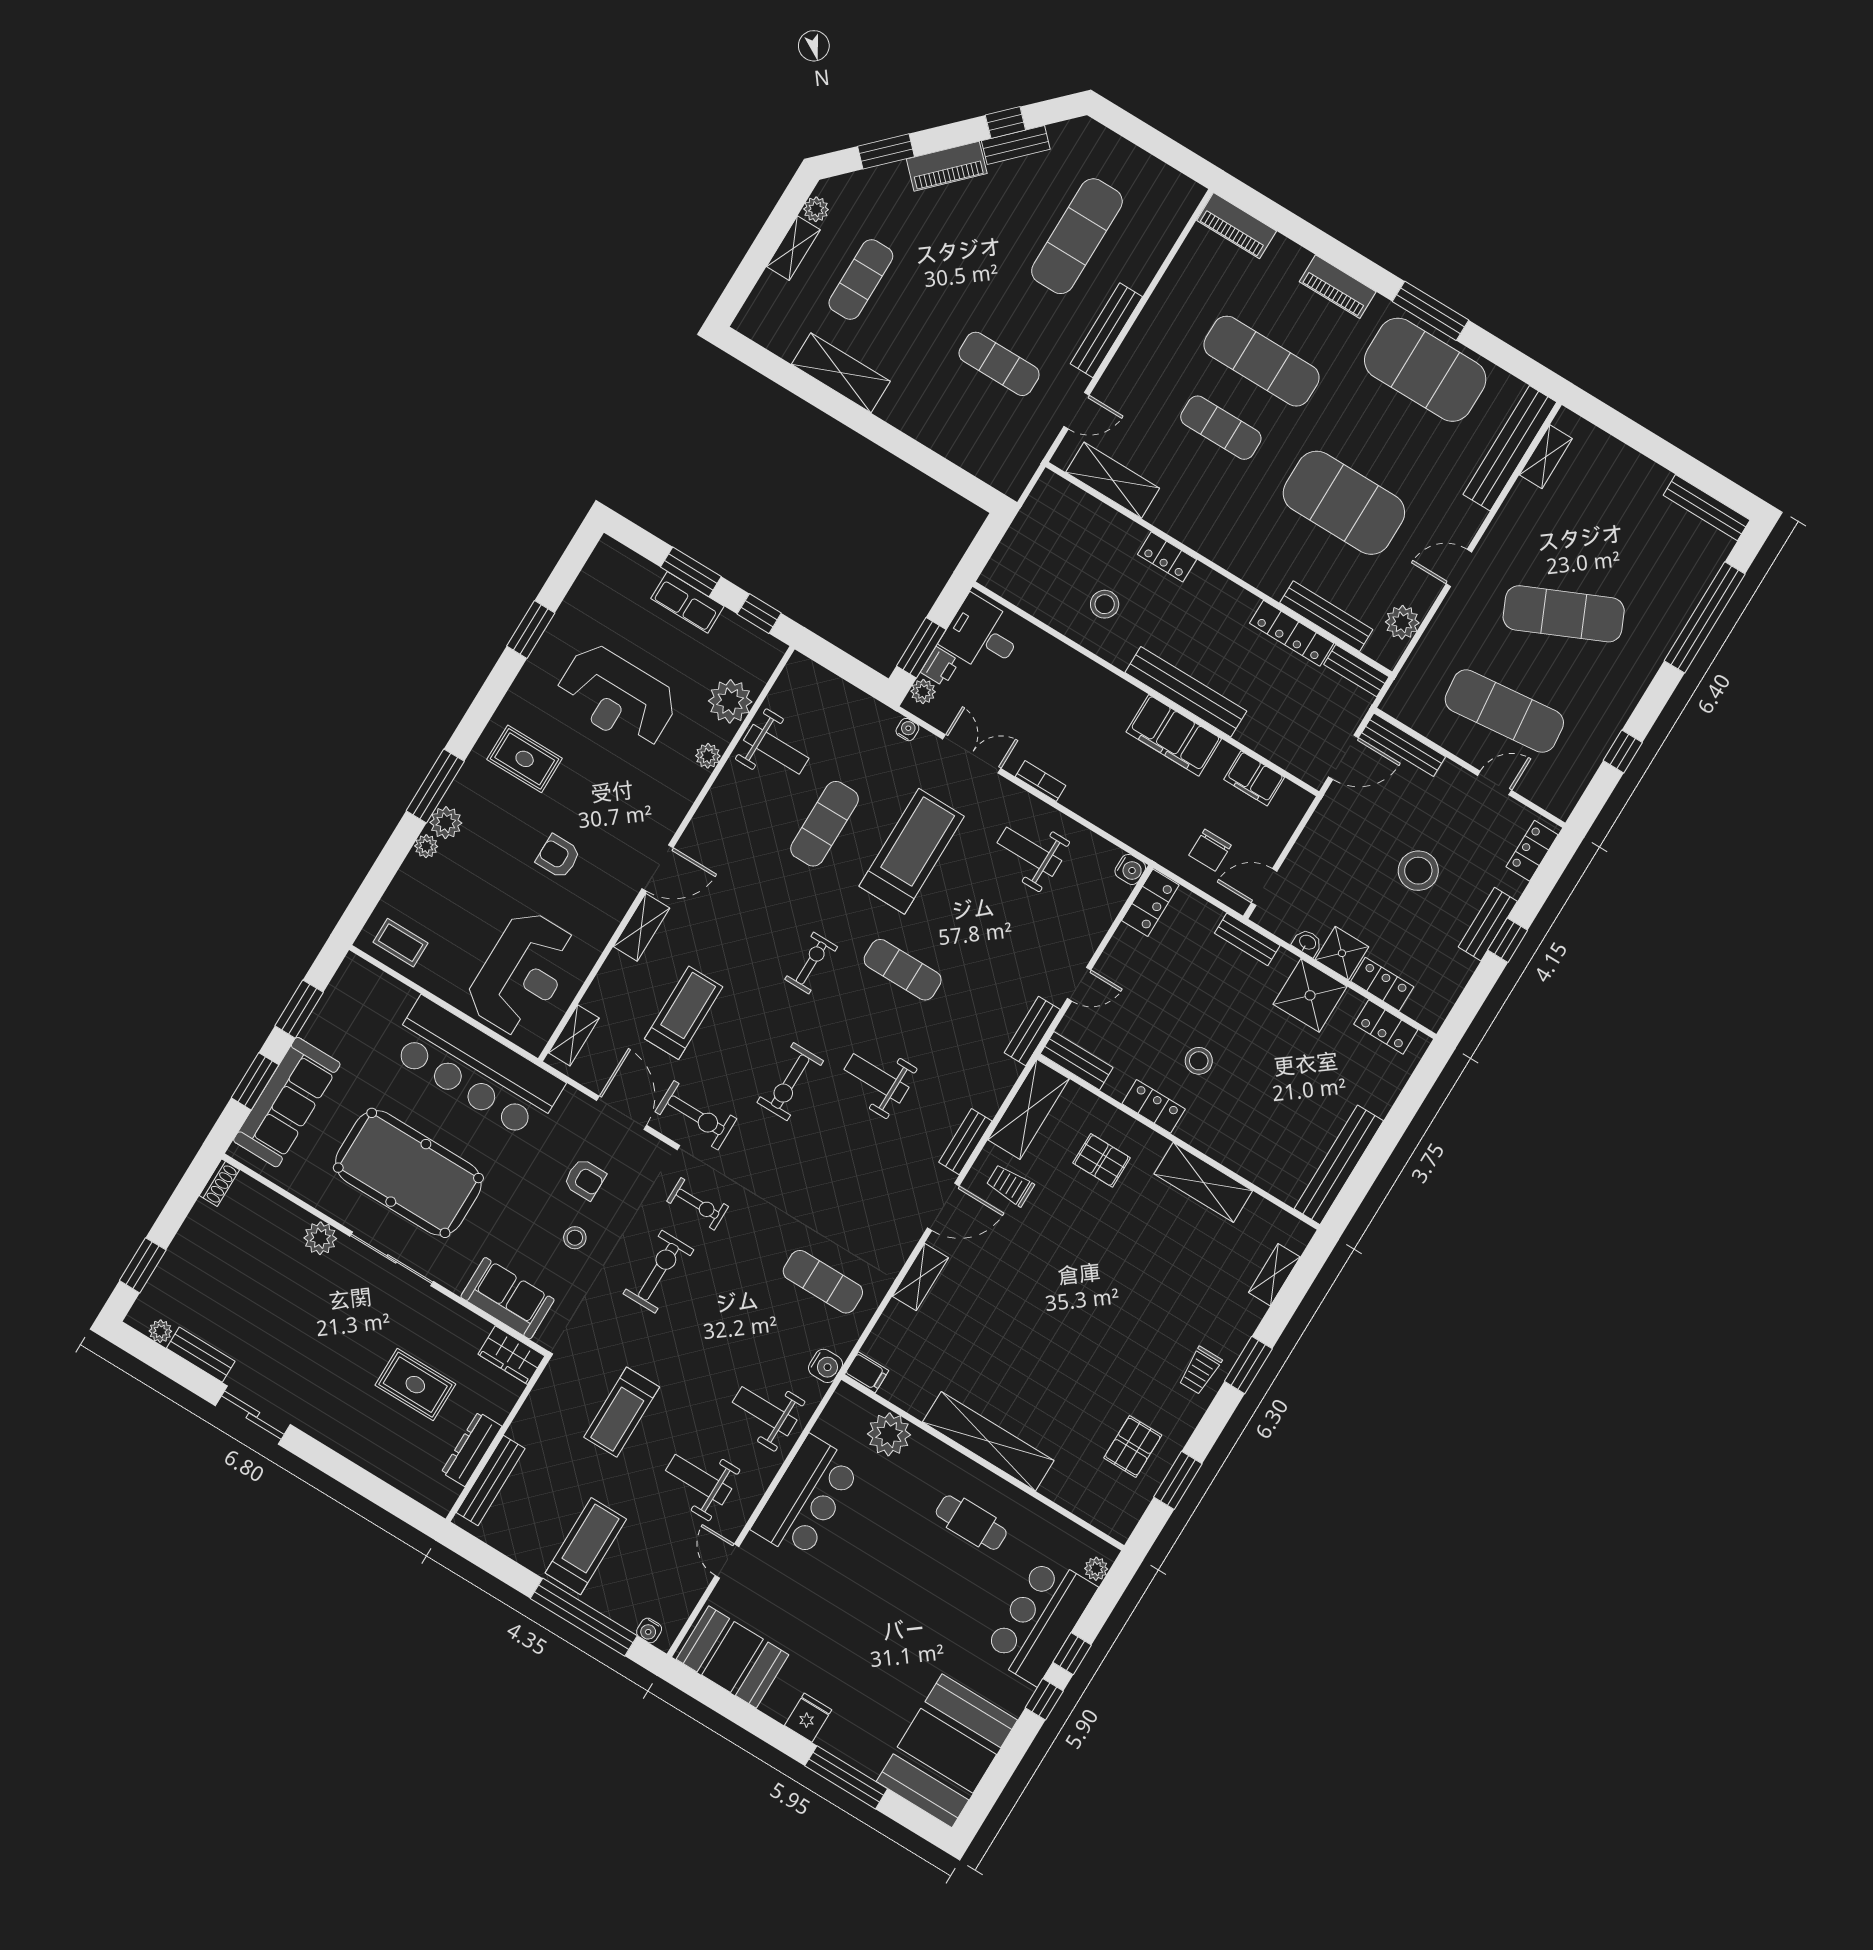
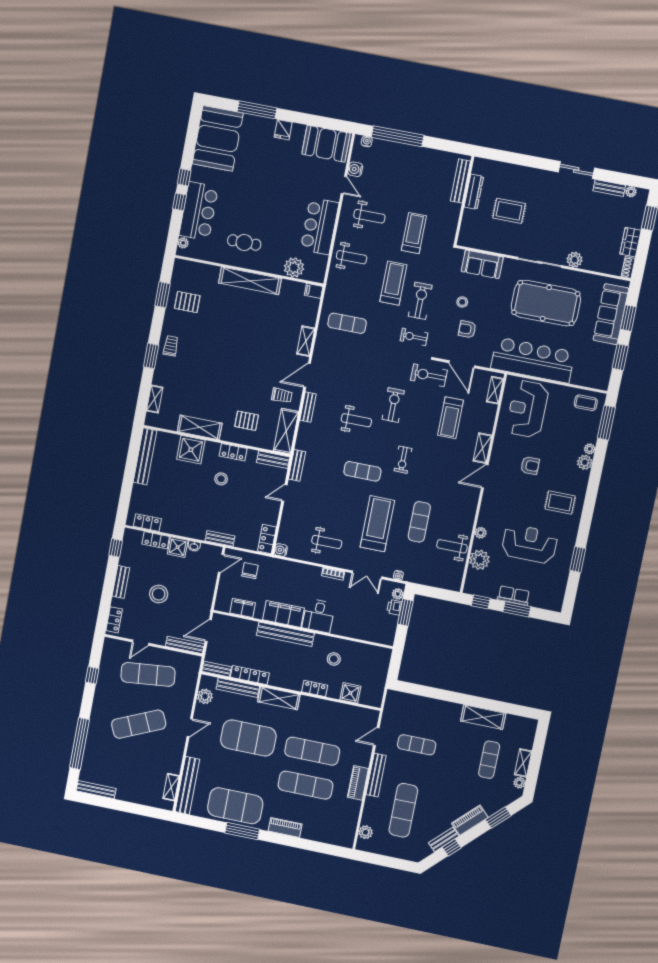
plant: (1173, 218) -> (366, 832), added
piano: (1237, 226) -> (358, 783), moved, turned -90
exercise mat: (1221, 428) -> (312, 751), width x1.36, depth x1.45
shelving: (1113, 480) -> (279, 698), moved
shower: (1096, 521) -> (350, 693), added
desk: (982, 635) -> (318, 616), moved, turned 90
window: (435, 786) -> (606, 423), moved
treadmill: (912, 851) -> (377, 524), turned 180
window: (1508, 940) -> (116, 548), moved
shower: (1310, 995) -> (191, 450), moved
exercise bike: (658, 1272) -> (420, 301), turned 180
wardrobe: (511, 1355) -> (630, 242), moved, turned -90
water cooler: (826, 1366) -> (355, 169), moved
pallet: (1133, 1447) -> (187, 302), turned 90
treadmill: (586, 1546) -> (393, 283), moved, turned 180

